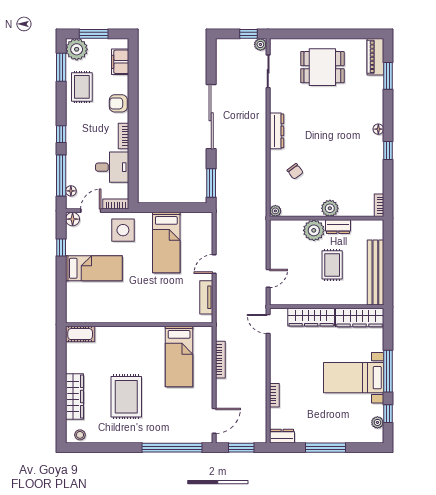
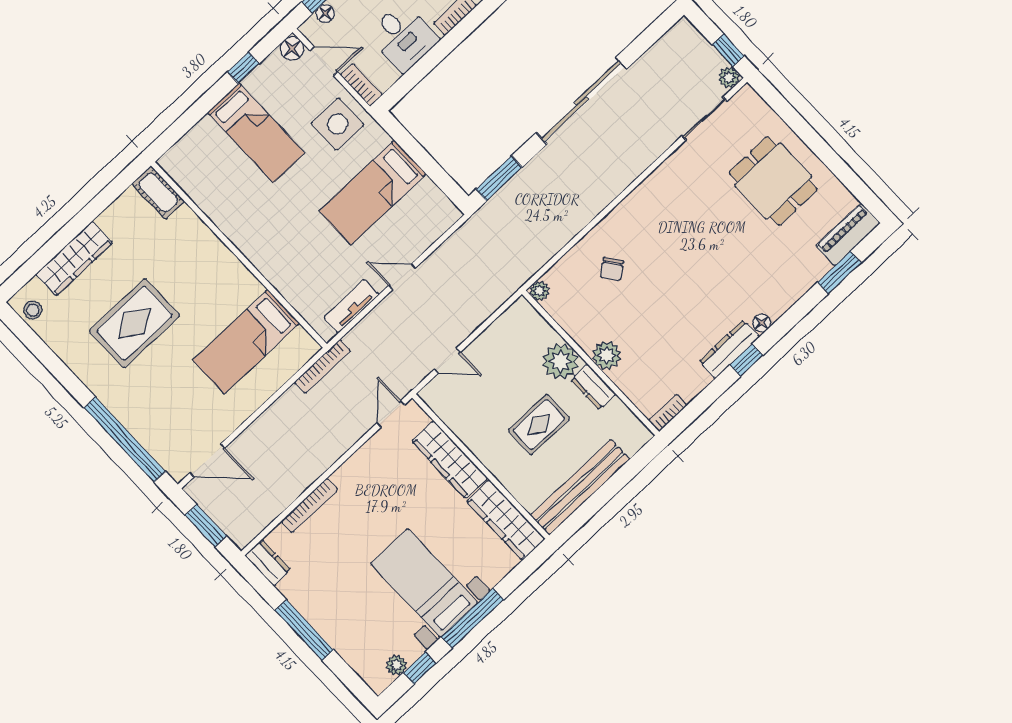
dresser: (277, 131) -> (729, 349), moved, turned 180
bookcase: (220, 360) -> (322, 366), moved
bookcase: (274, 395) -> (309, 505), width x1.56

